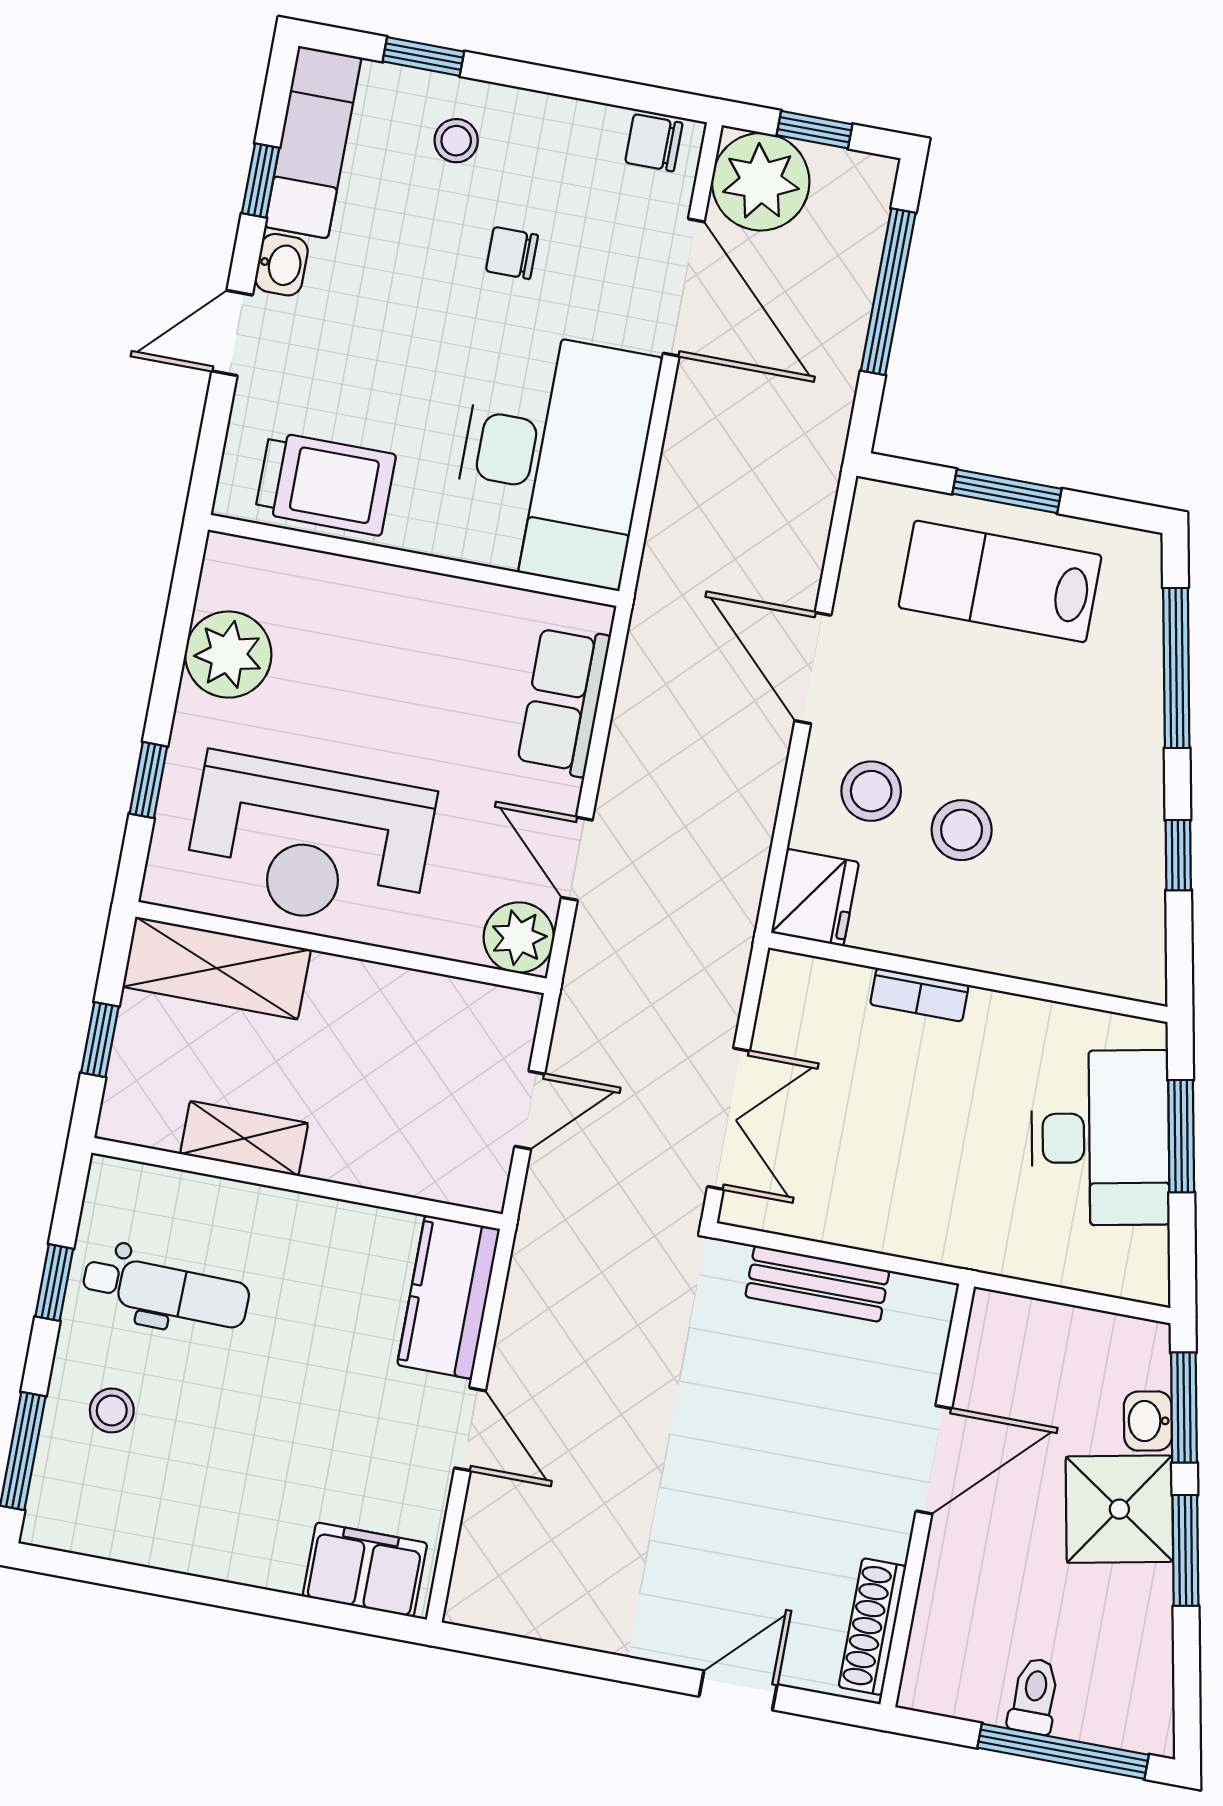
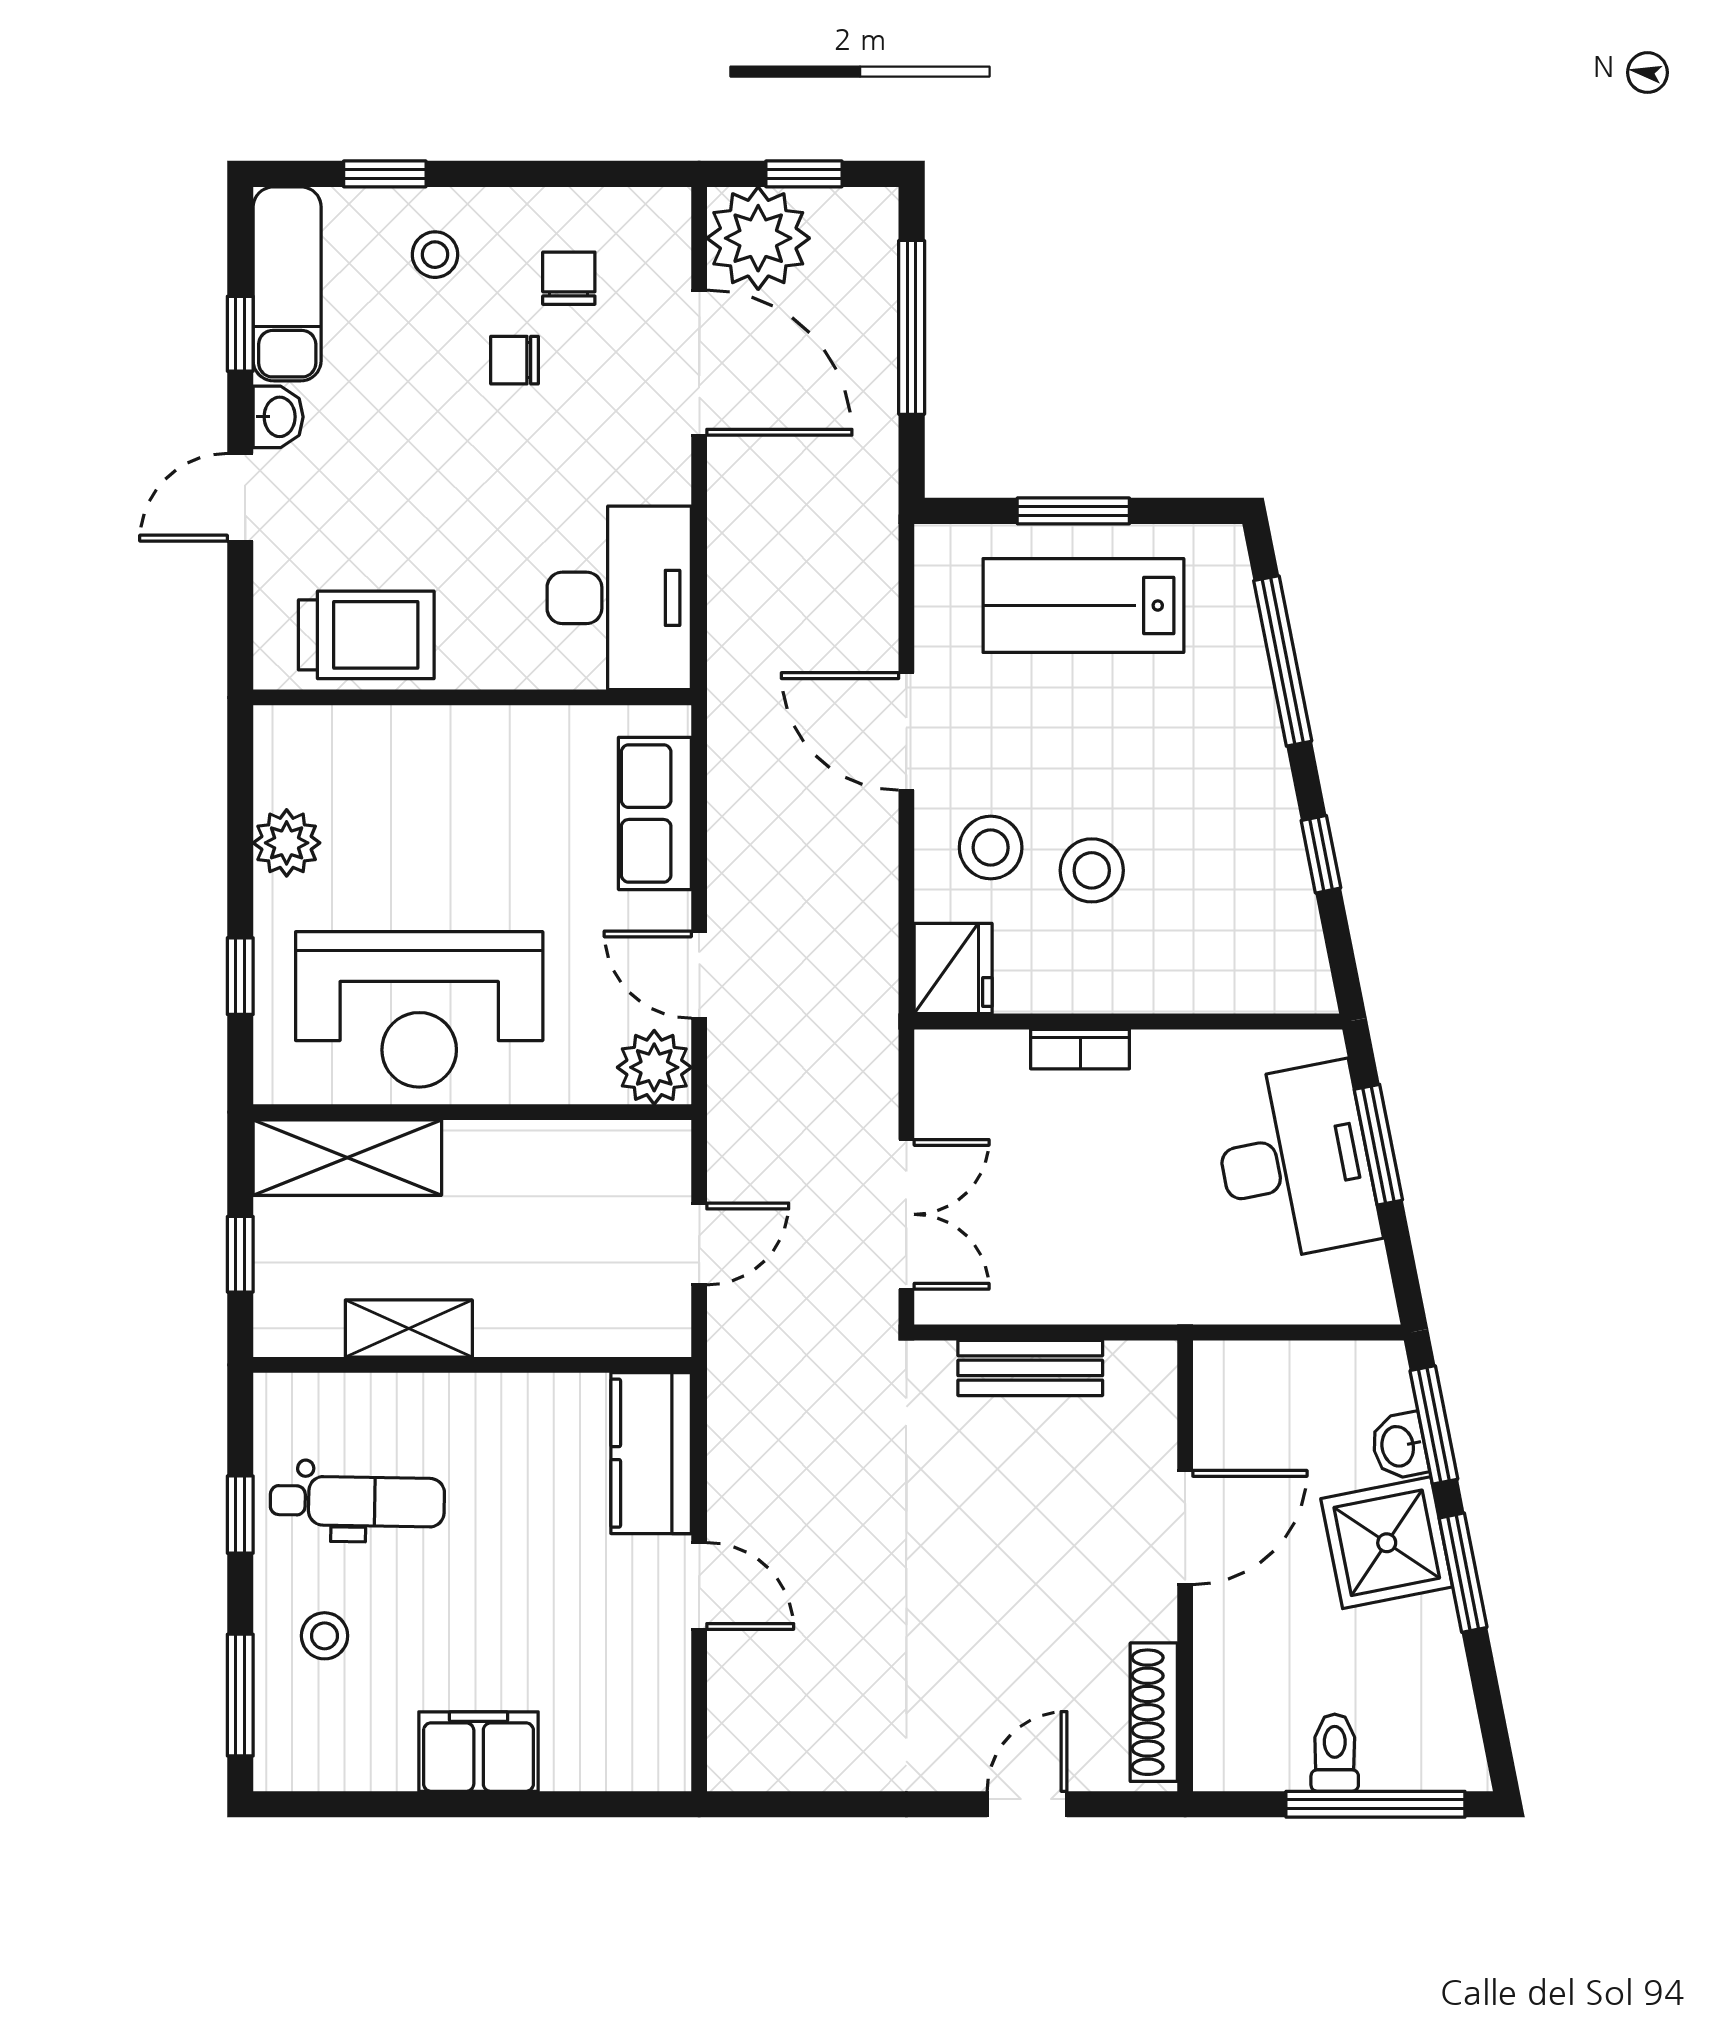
chair: (654, 143) -> (569, 278), moved, turned 90
desk: (554, 458) -> (619, 598), width x0.73, depth x0.77
plant: (228, 655) -> (287, 843), width x0.73, depth x0.73
filing cabinet: (365, 1570) -> (479, 1752), moved

